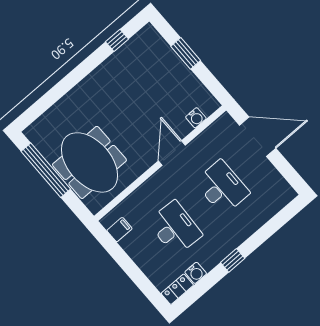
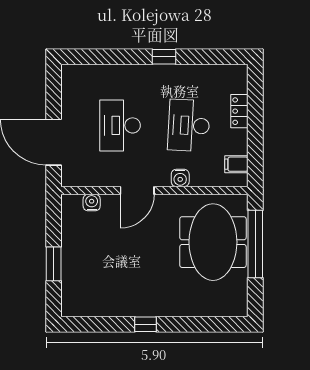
window: (117, 40) -> (146, 324), moved
window: (46, 170) -> (255, 244), moved
water cooler: (196, 273) -> (180, 178), moved, turned 180
locker: (177, 289) -> (239, 111), moved, turned 90

